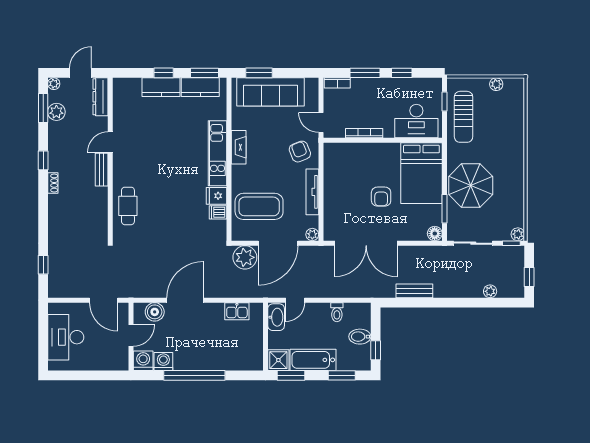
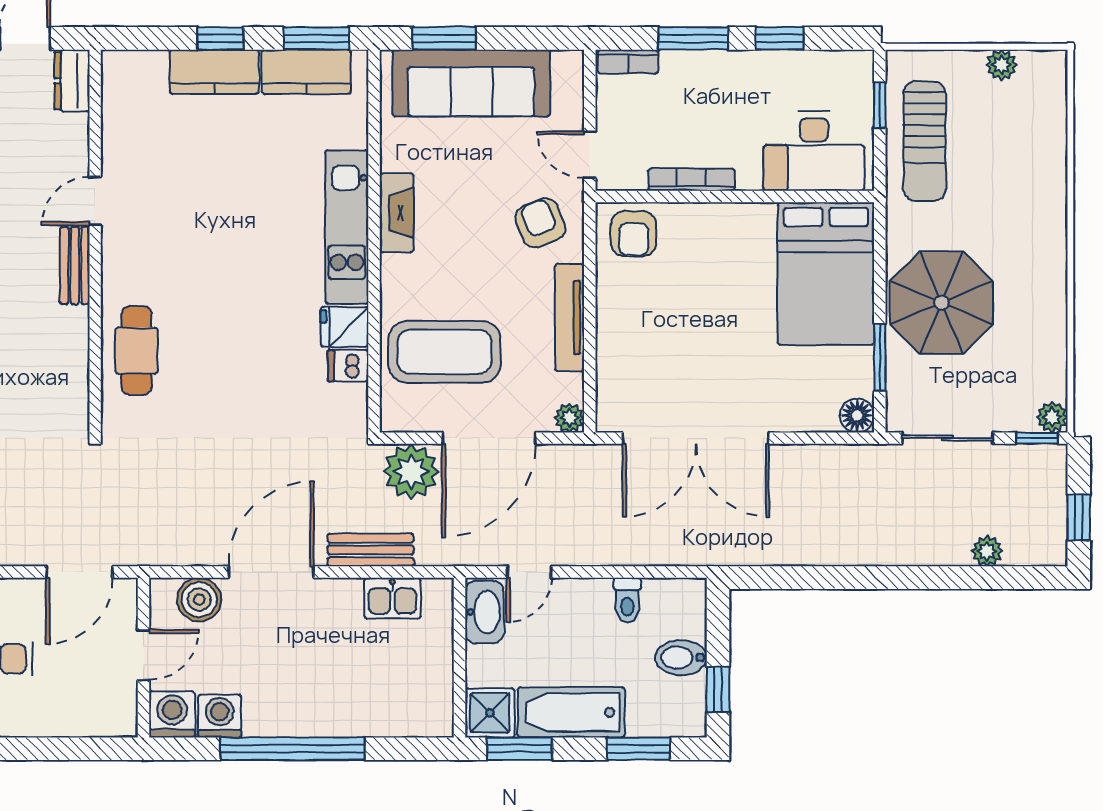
dresser: (100, 97) -> (72, 81), width x0.70
armchair: (381, 197) -> (634, 234), moved
bench: (414, 291) -> (371, 550), moved
door: (104, 300) -> (79, 572), hinge flipped

